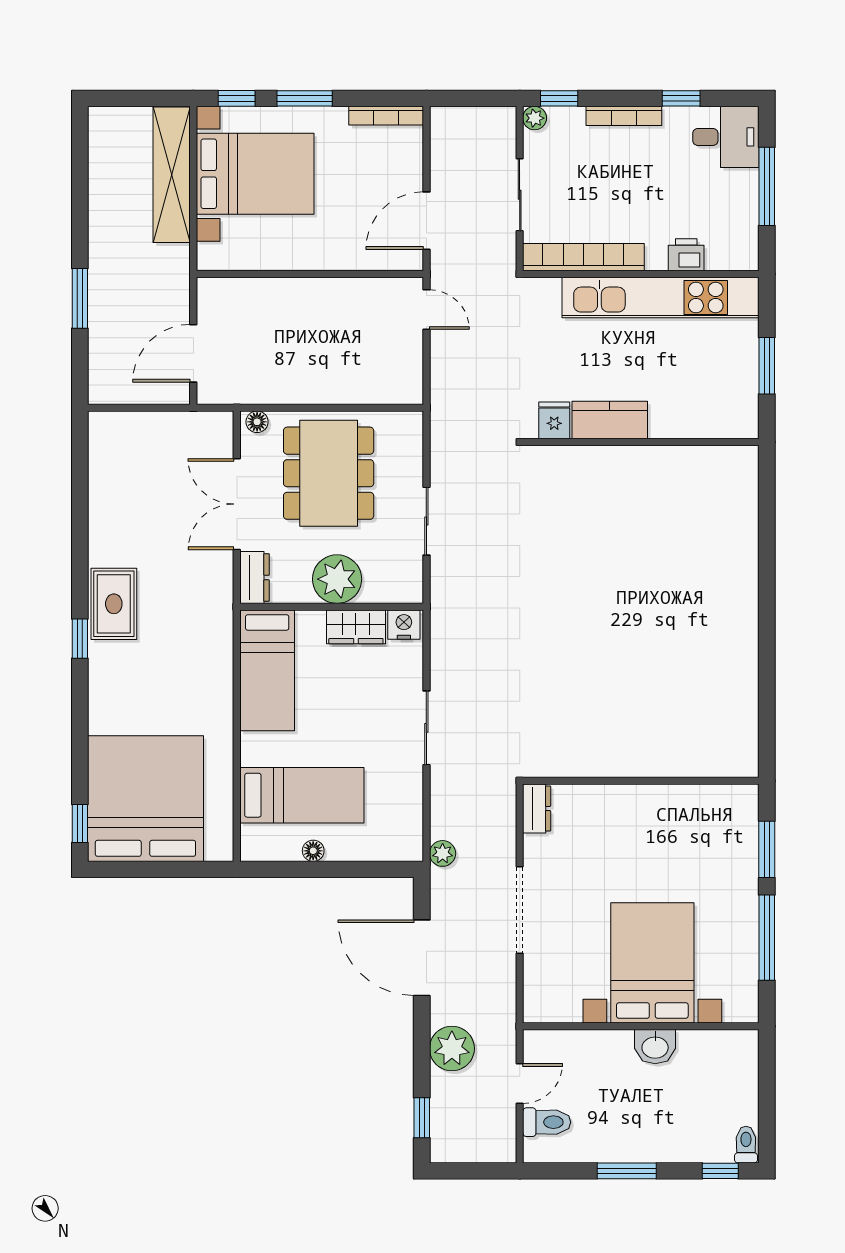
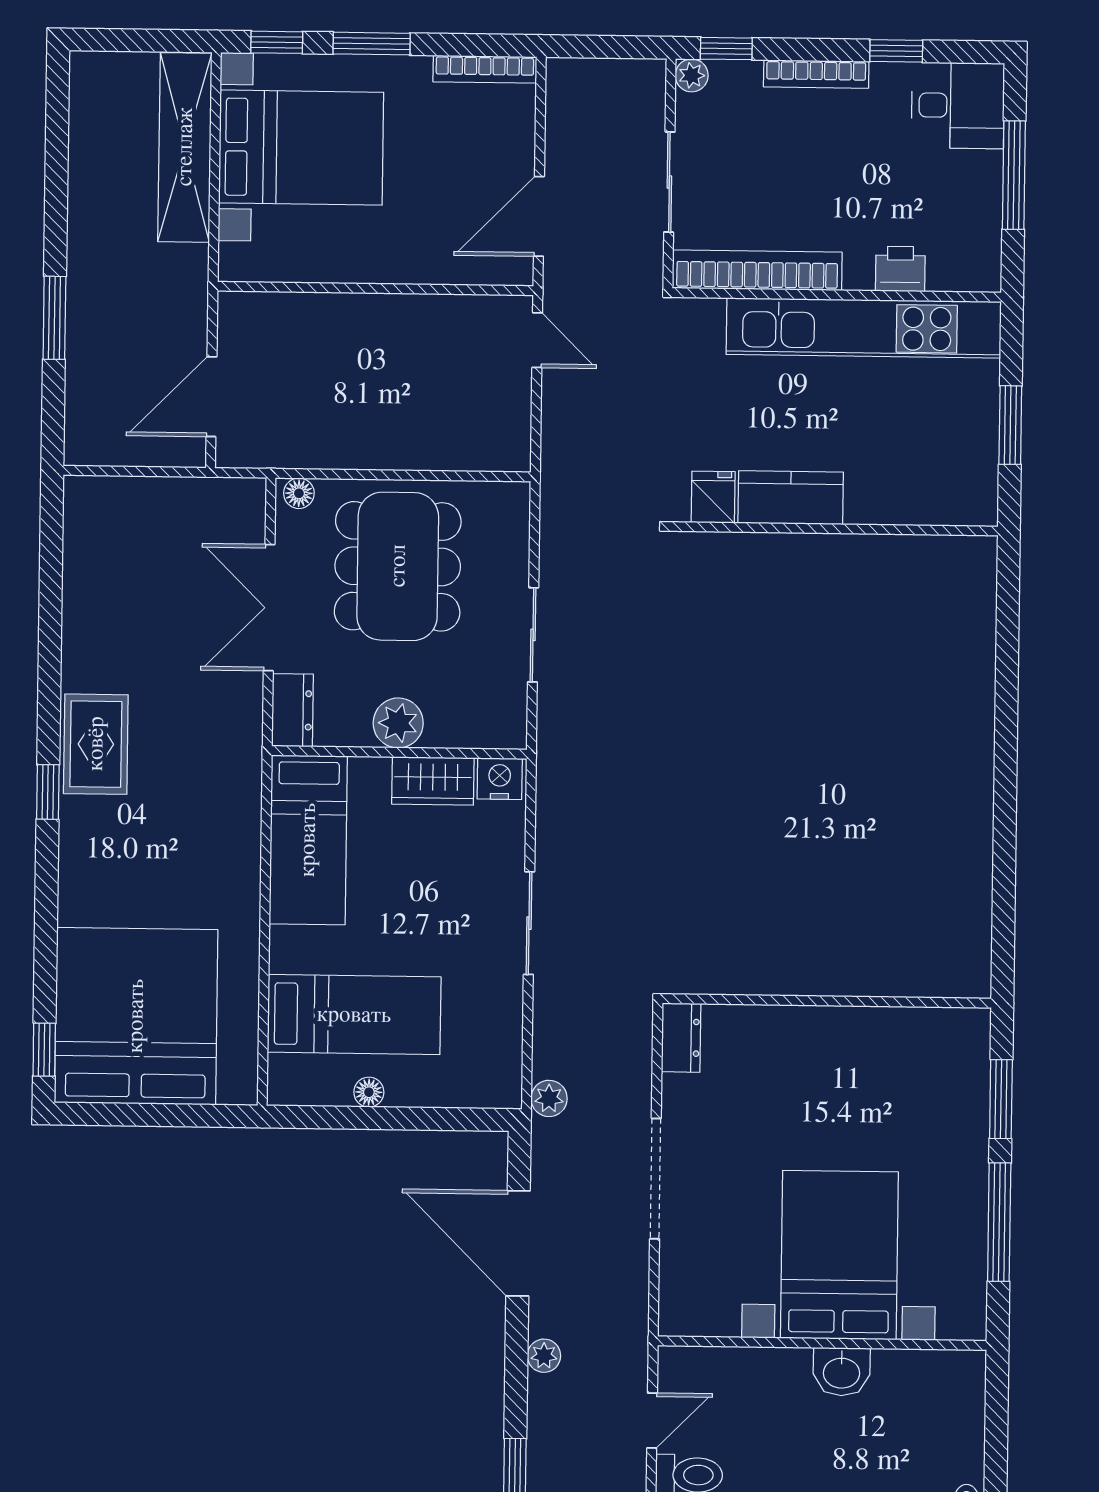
plant: (337, 579) -> (398, 723), width x0.73, depth x0.73
plant: (452, 1049) -> (544, 1356), width x0.53, depth x0.53

